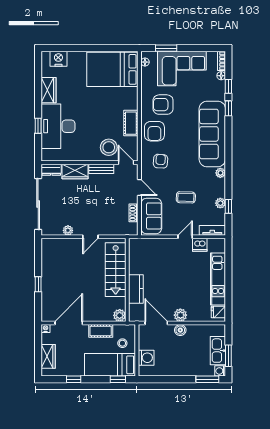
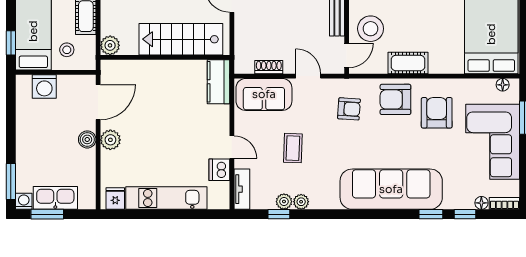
plant: (220, 173) -> (301, 202), moved
door: (139, 188) -> (308, 76), swing flipped
kitchen counter: (136, 289) -> (218, 82), moved, turned 90

